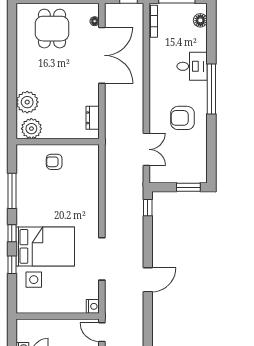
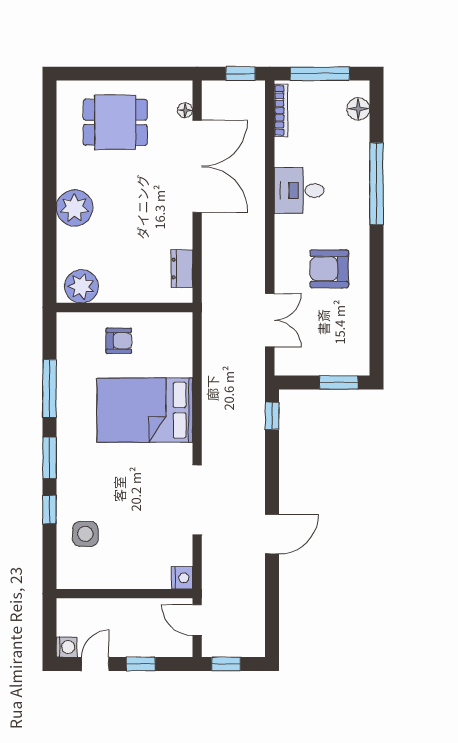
dining table: (52, 29) -> (115, 122), turned 90
desk: (192, 66) -> (299, 190), moved, turned 180
window: (211, 89) -> (376, 184), moved
plant: (27, 102) -> (75, 208), moved
armchair: (54, 162) -> (119, 341), turned 180
window: (12, 233) -> (49, 458), width x1.50
bed: (45, 246) -> (145, 410), moved, turned 180

